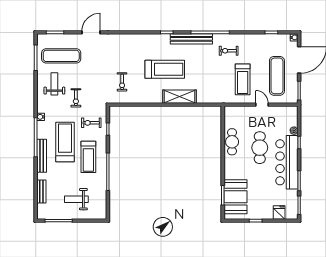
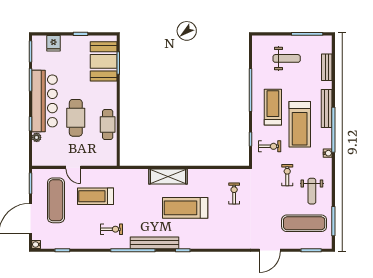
treadmill: (243, 79) -> (95, 196), turned -90

